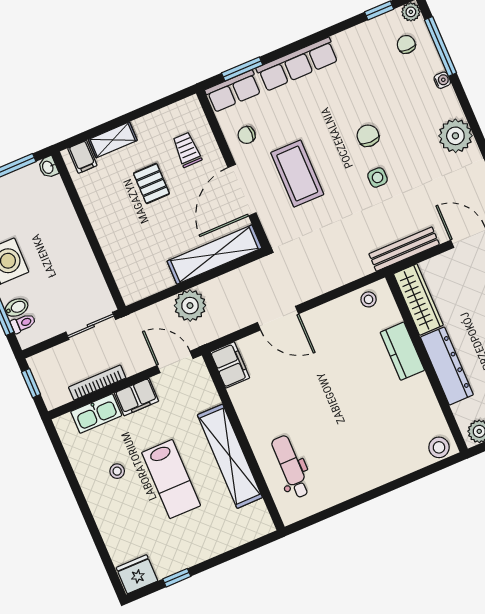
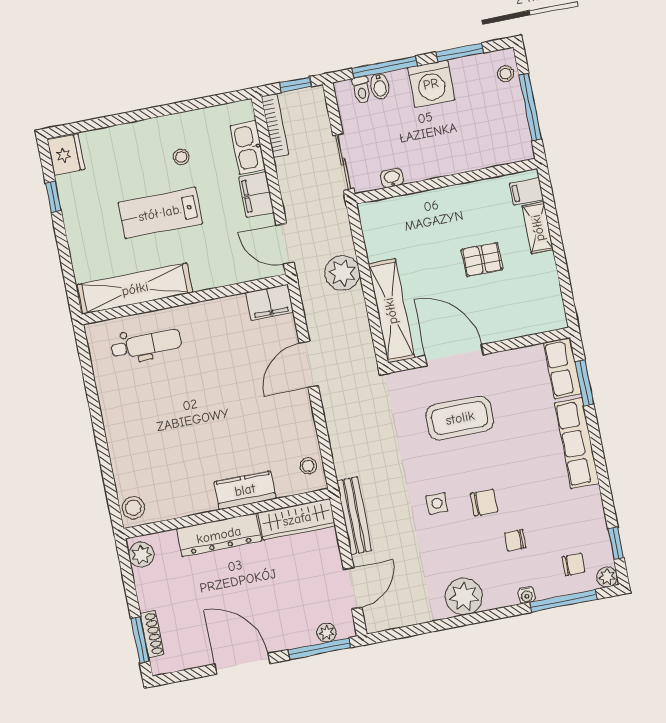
chair: (247, 135) -> (515, 540), moved, turned -90
trolley: (187, 150) -> (510, 305), removed
washbasin: (48, 167) -> (392, 178), moved
door: (175, 362) -> (285, 244), swing flipped
bookcase: (97, 383) -> (275, 125), moved
shelving: (230, 456) -> (135, 289), moved

